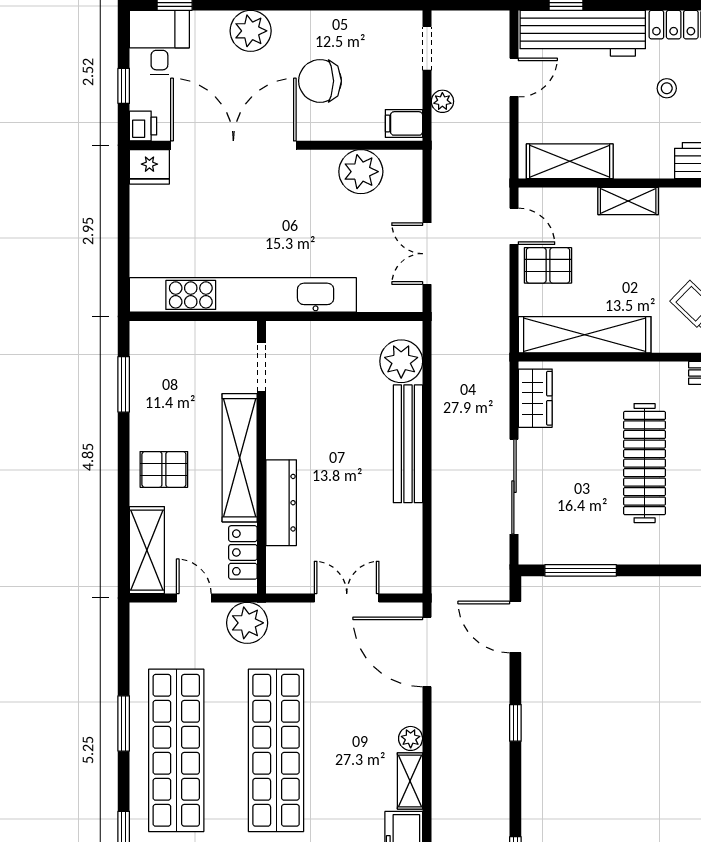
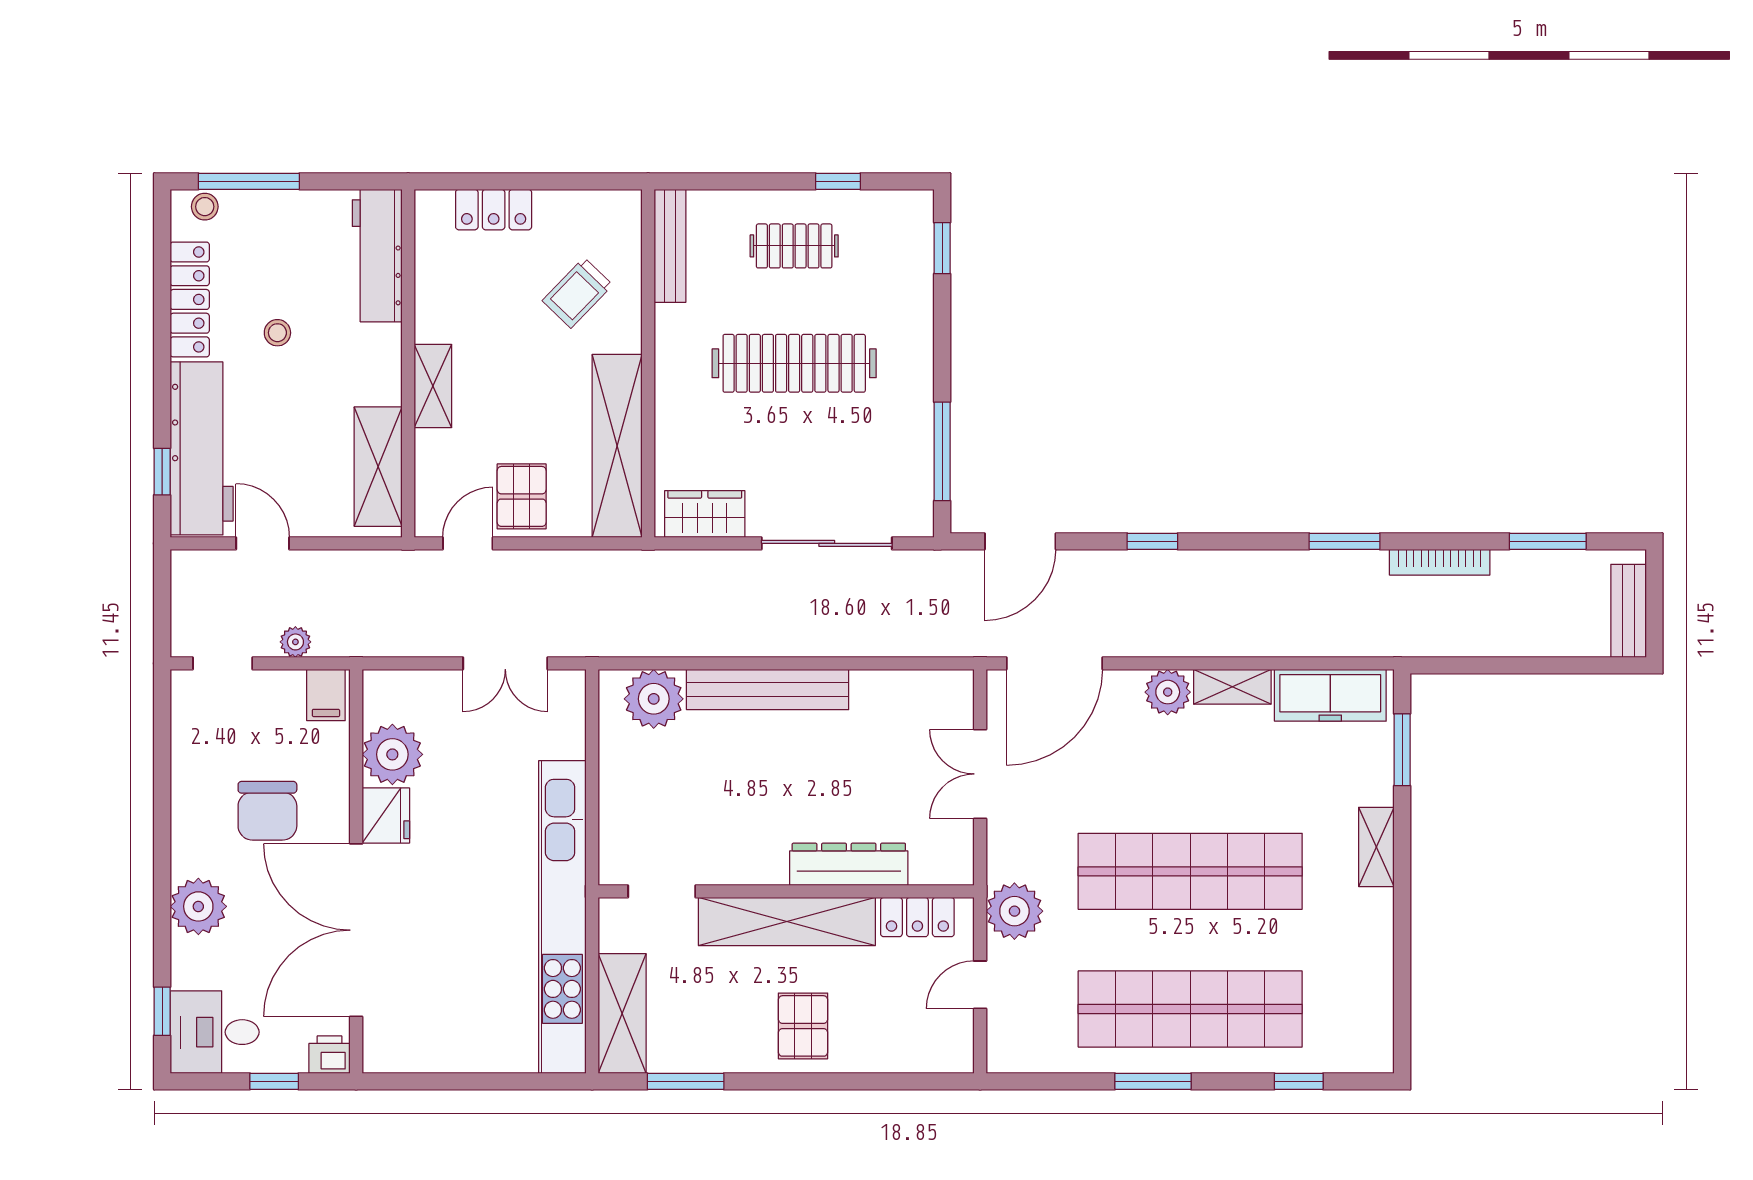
fridge: (149, 167) -> (386, 815), moved
shelving: (147, 550) -> (622, 1013), moved, turned 90
plant: (411, 738) -> (1168, 692), width x1.38, depth x1.38

